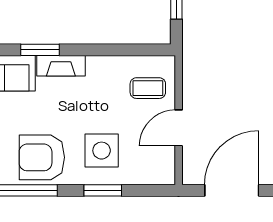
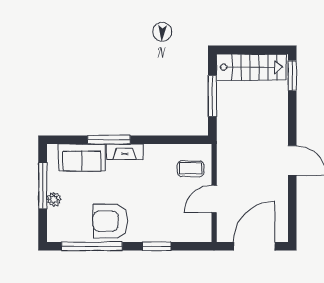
window: (40, 50) -> (109, 140), width x1.44
side table: (102, 151) -> (156, 216), removed

